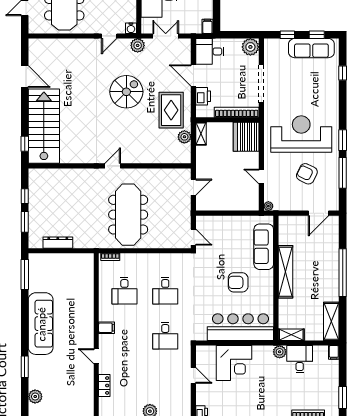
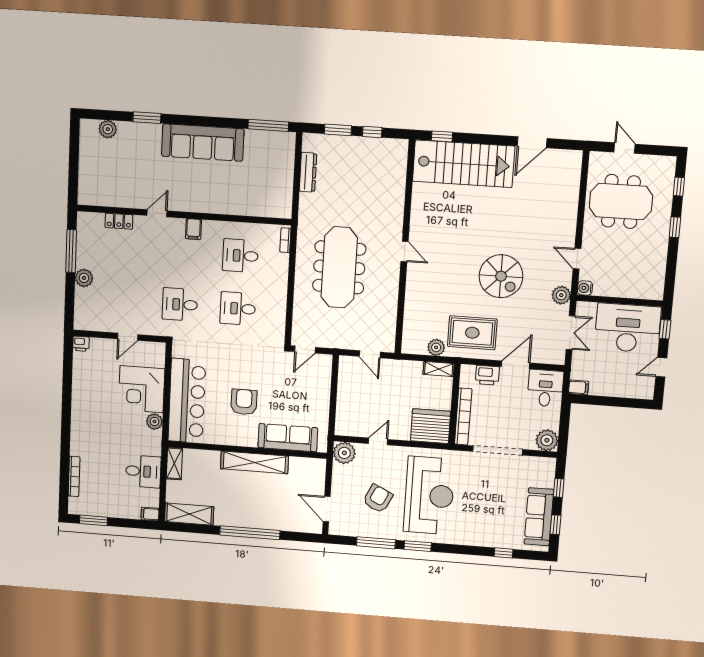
plant: (268, 206) -> (344, 453), width x1.88, depth x1.88
meeting table: (128, 215) -> (339, 267), turned 90
plant: (280, 352) -> (154, 422), moved

